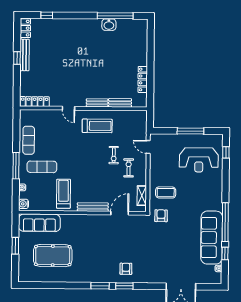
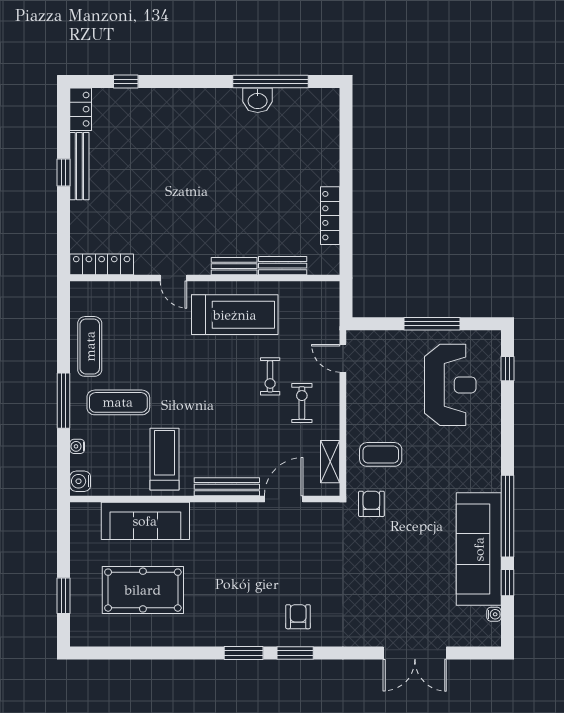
treadmill: (97, 126) -> (235, 315), width x1.37, depth x1.38
reception desk: (199, 160) -> (450, 385), turned -90
sofa: (39, 223) -> (145, 521), moved
window: (15, 246) -> (64, 596), moved

